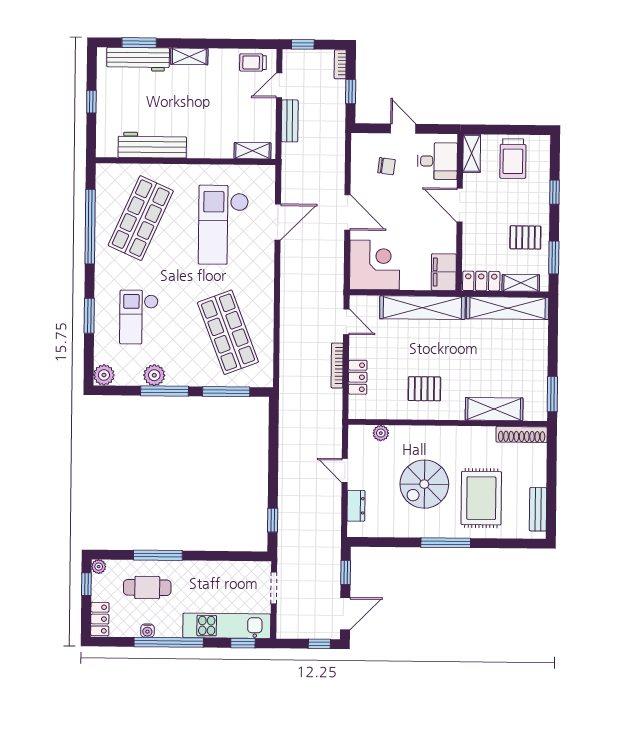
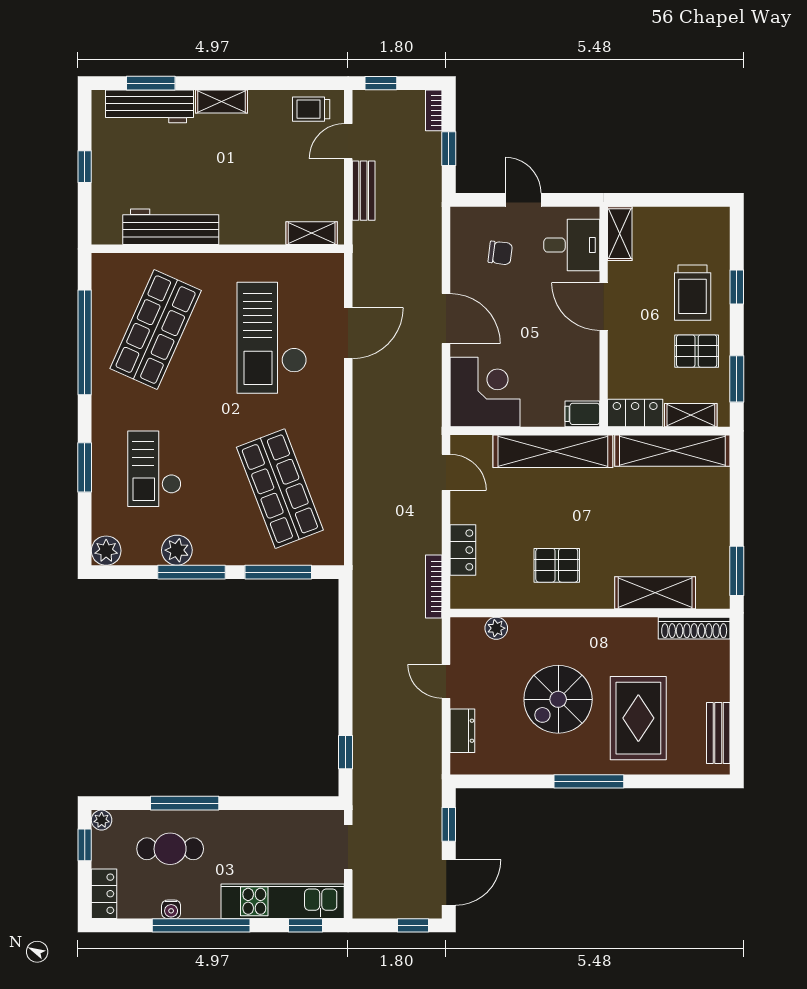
trolley: (513, 159) -> (693, 293), moved
filing cabinet: (444, 272) -> (582, 414), width x0.50
bookcase: (337, 366) -> (434, 586), moved

